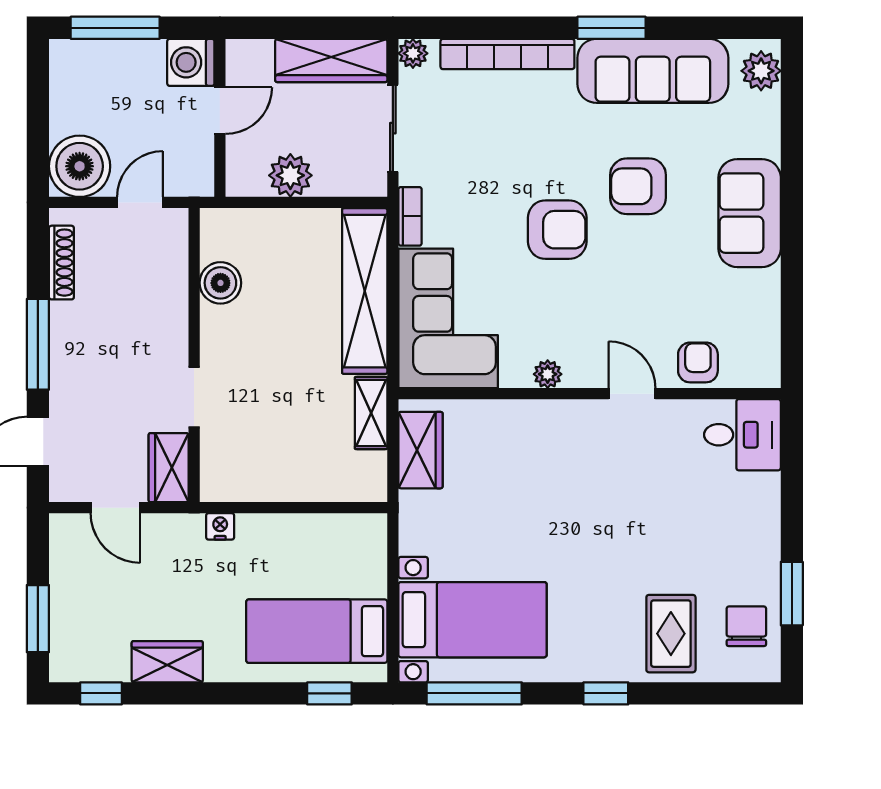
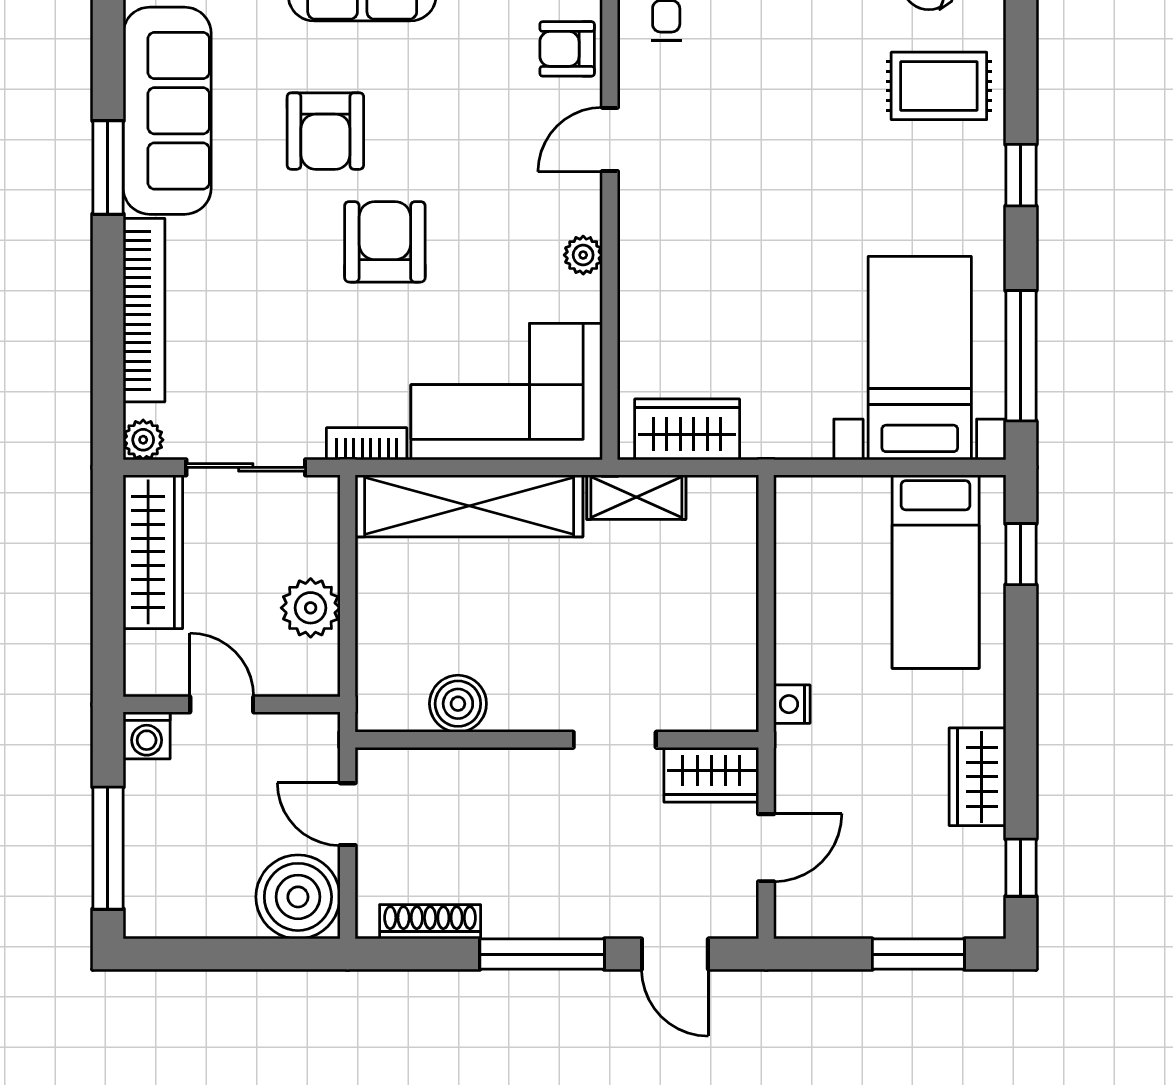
washing machine: (191, 62) -> (147, 735), width x0.73, depth x0.73

